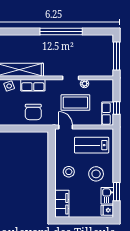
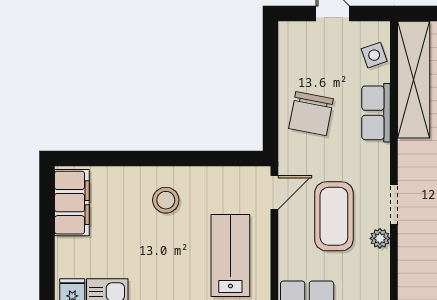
chair: (33, 112) -> (311, 114), turned -79
stool: (96, 174) -> (160, 266), removed
filing cabinet: (62, 204) -> (72, 203), moved, turned -90

